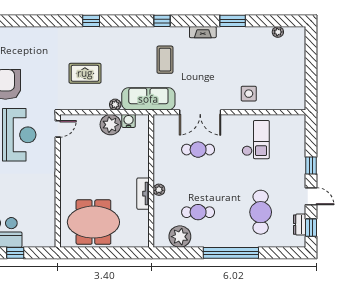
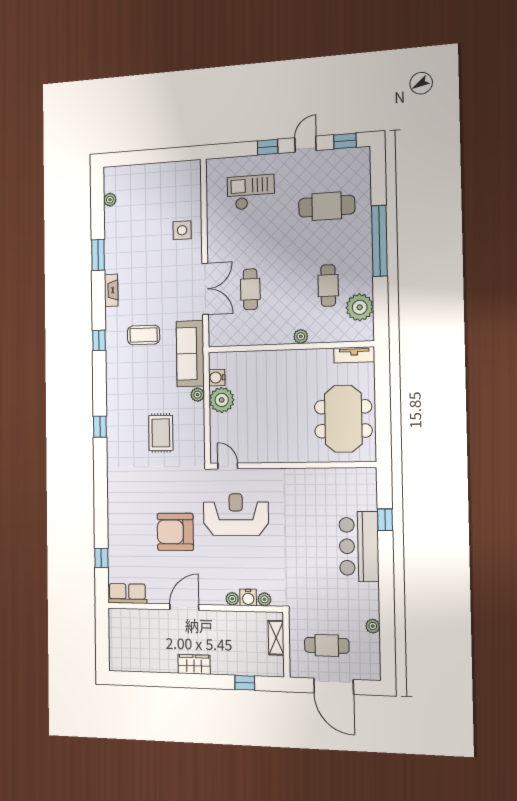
checkout: (256, 140) -> (251, 192), moved
tv unit: (143, 194) -> (354, 355), moved
dresser: (300, 225) -> (341, 156), removed

